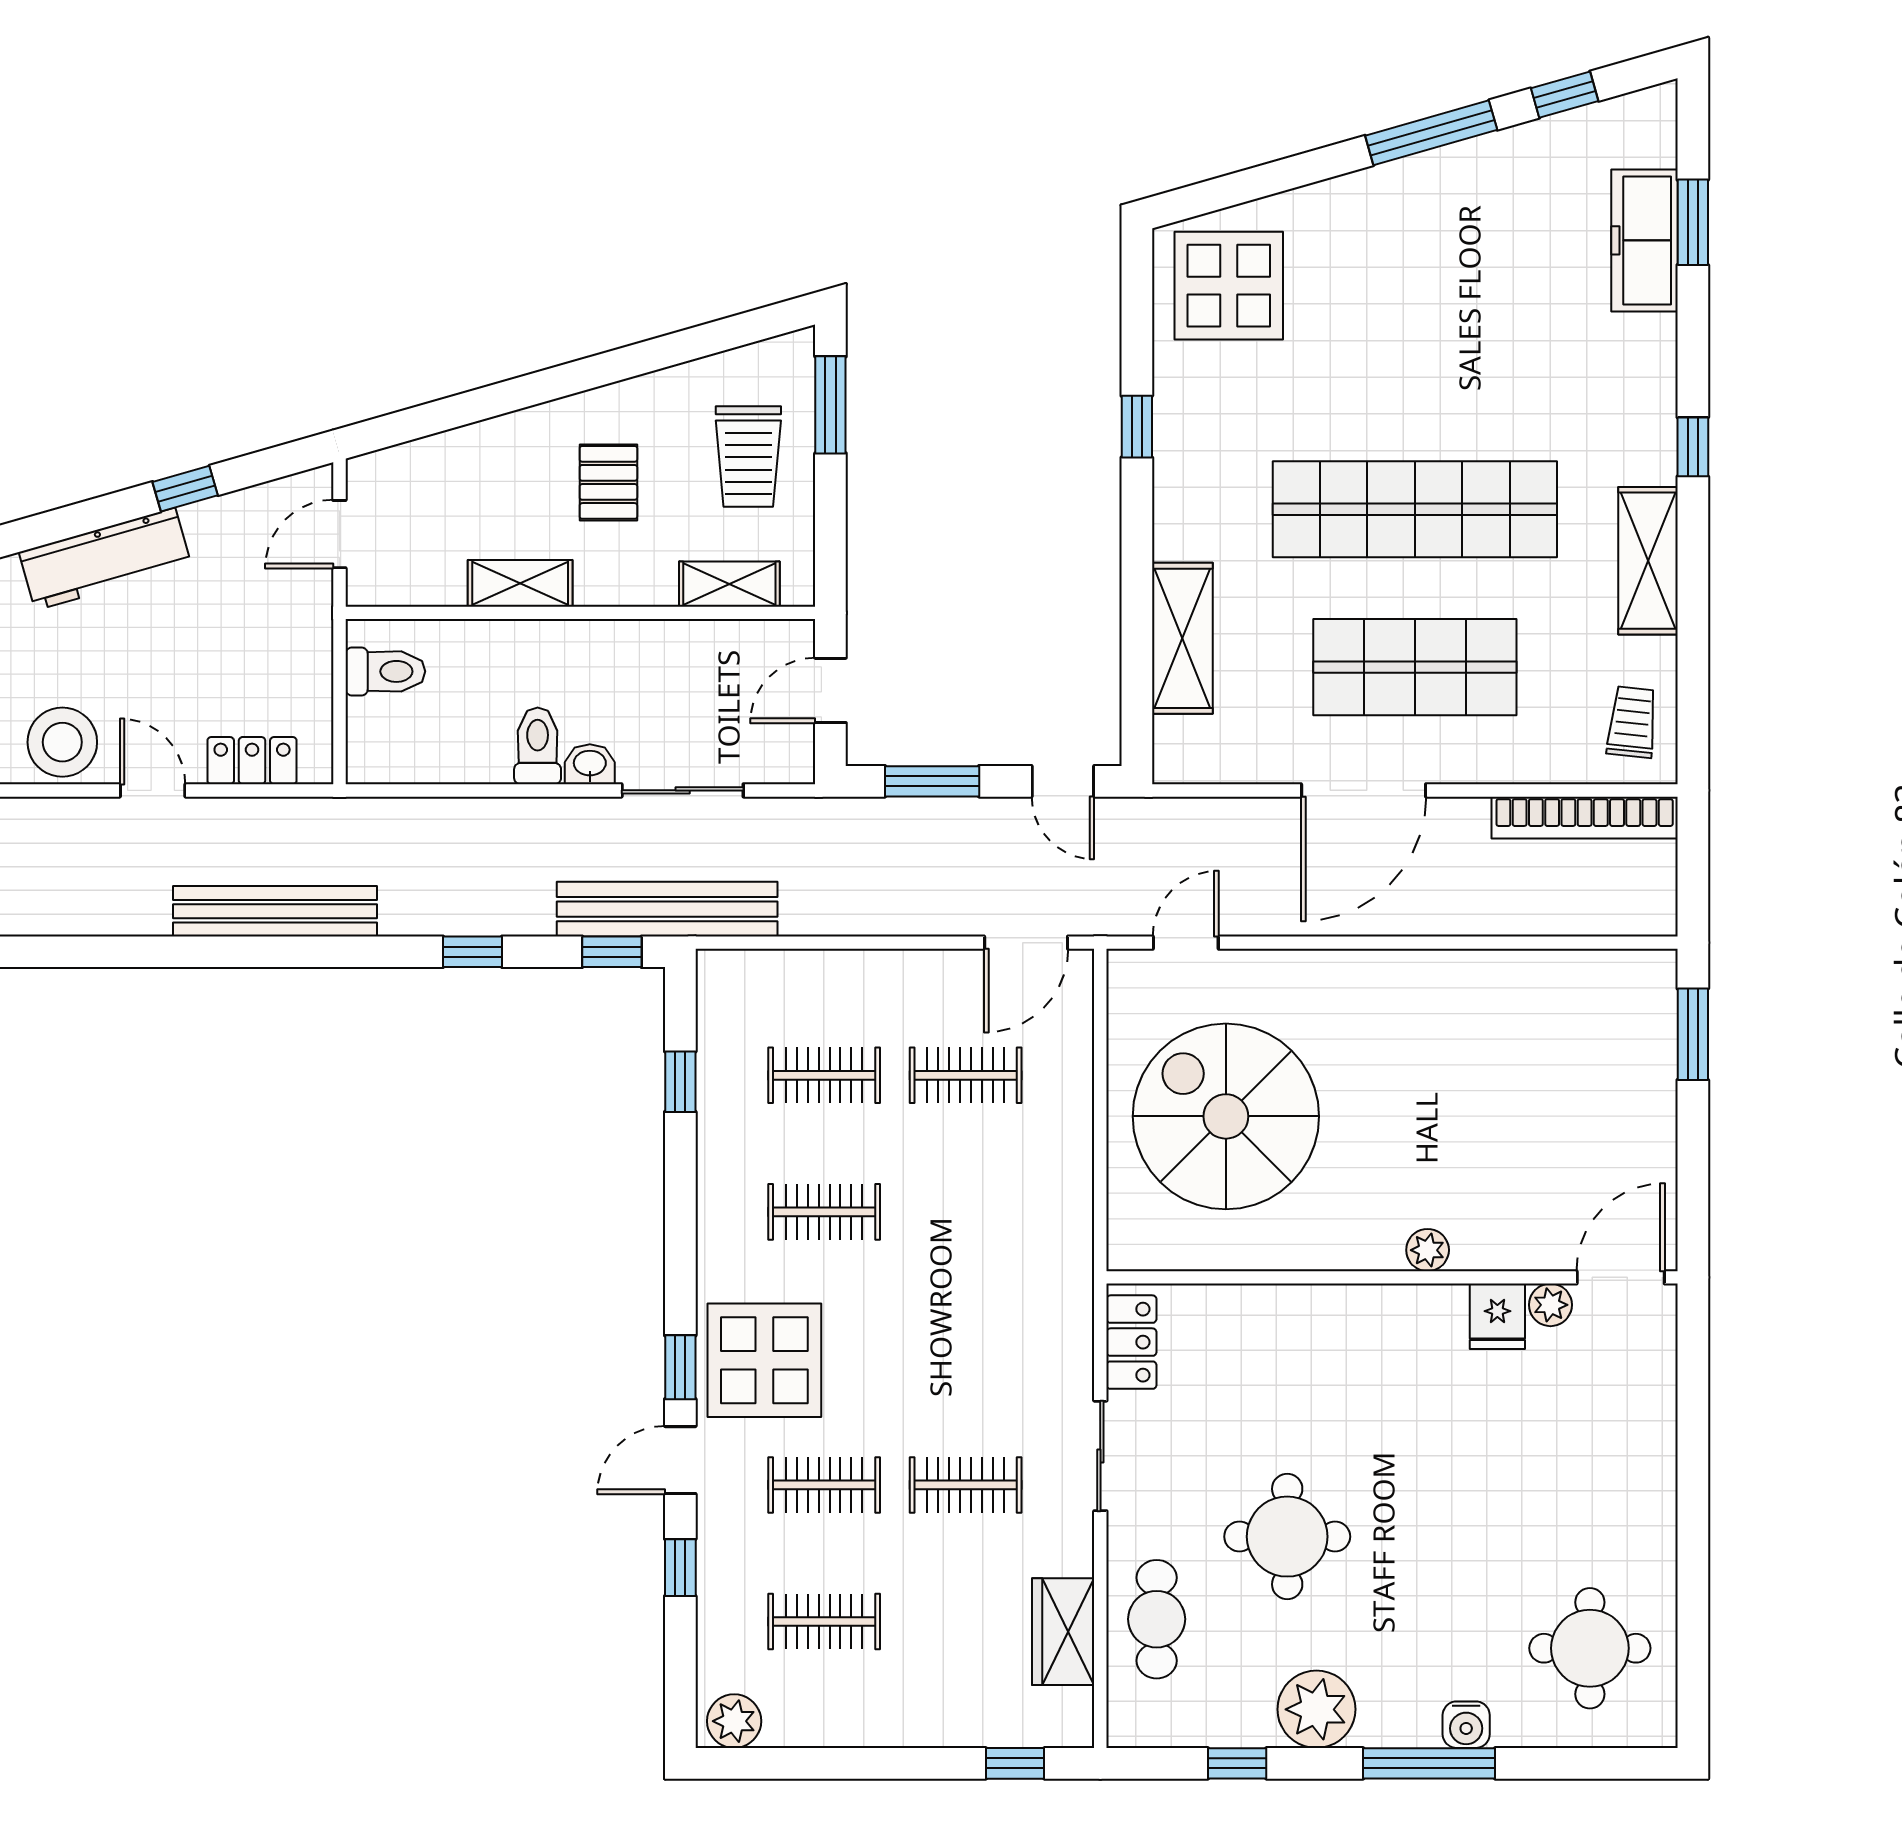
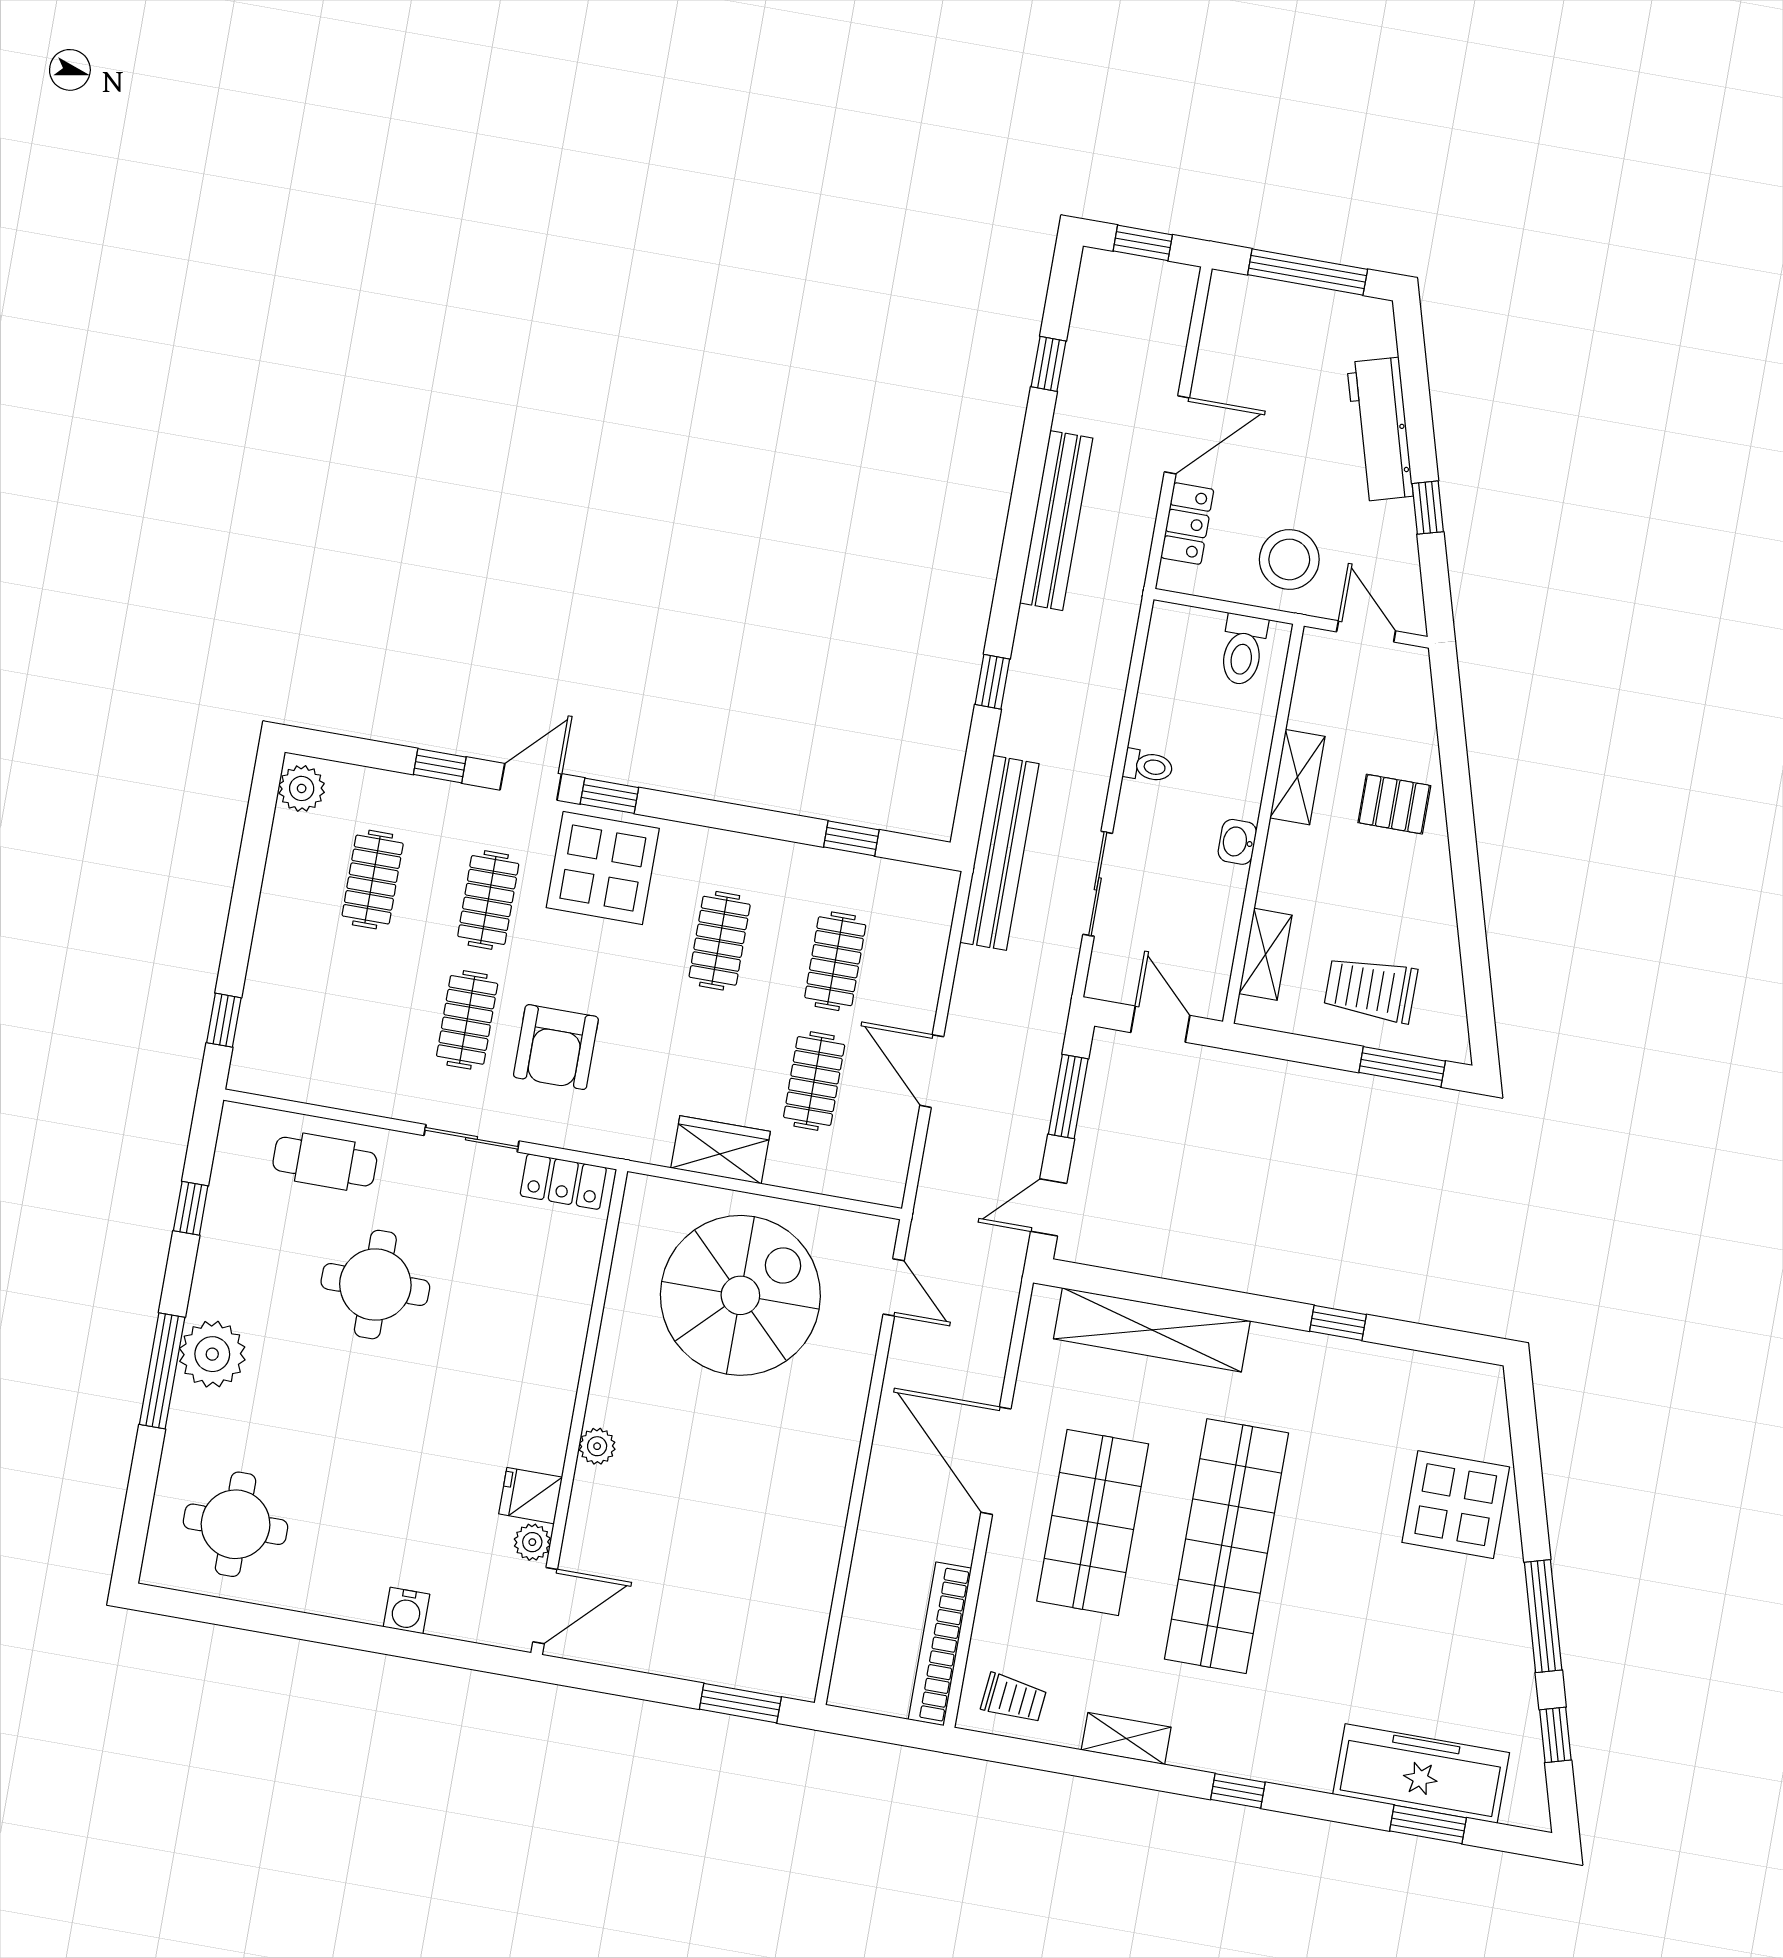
freezer: (1645, 240) -> (1421, 1773), width x1.36, depth x1.26
display table: (1229, 286) -> (1456, 1505), moved
pallet: (608, 482) -> (1394, 804), moved
shelving: (1648, 561) -> (1126, 1739), width x0.67, depth x0.75
shelving: (1182, 638) -> (1152, 1330), width x1.47
stool: (62, 742) -> (1289, 559), moved
toilet: (538, 746) -> (1148, 766), width x0.73, depth x0.72
washbasin: (590, 764) -> (1237, 842), moved, turned 180
door: (153, 790) -> (1177, 435), width x1.38
door: (1026, 943) -> (932, 1071), moved
window: (612, 952) -> (1048, 364), moved
door: (1621, 1277) -> (545, 1606), hinge flipped
armchair: (979, 1378) -> (556, 1047), added
door: (680, 1460) -> (531, 782), hinge flipped
wardrobe: (1063, 1632) -> (721, 1150), moved
plant: (1316, 1709) -> (212, 1354), moved
water cooler: (1466, 1725) -> (407, 1611), moved, turned -90

